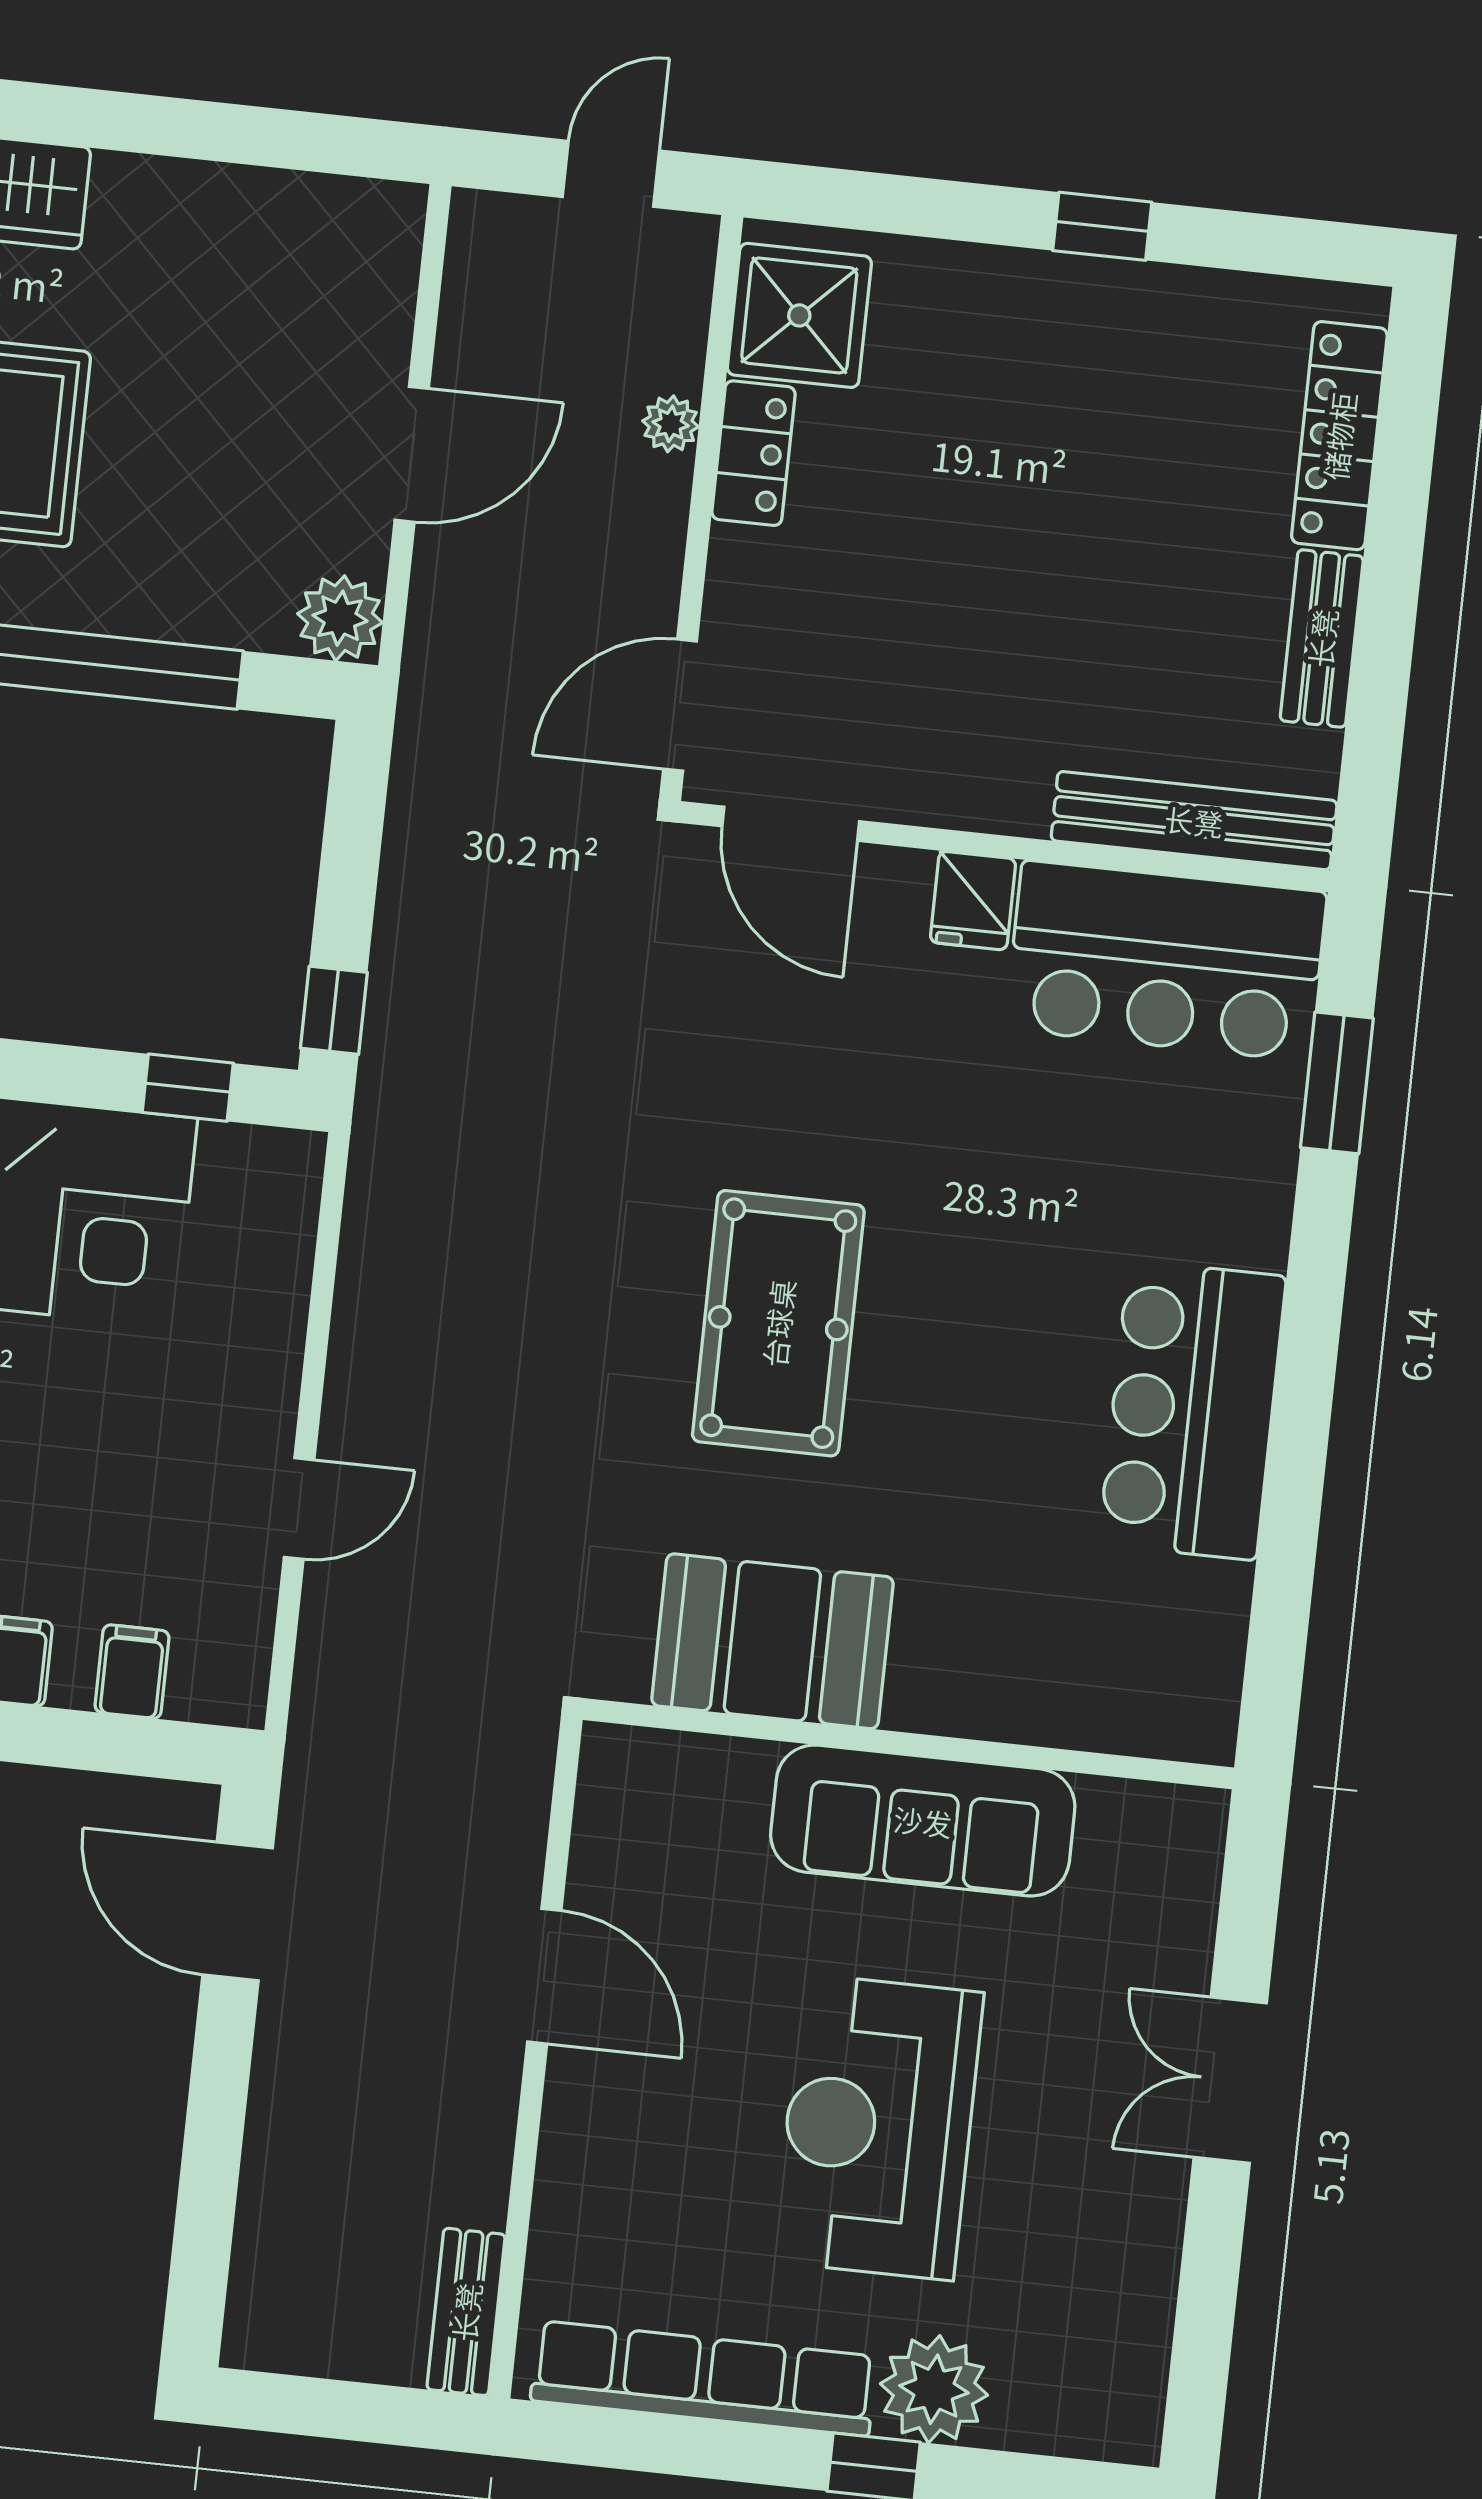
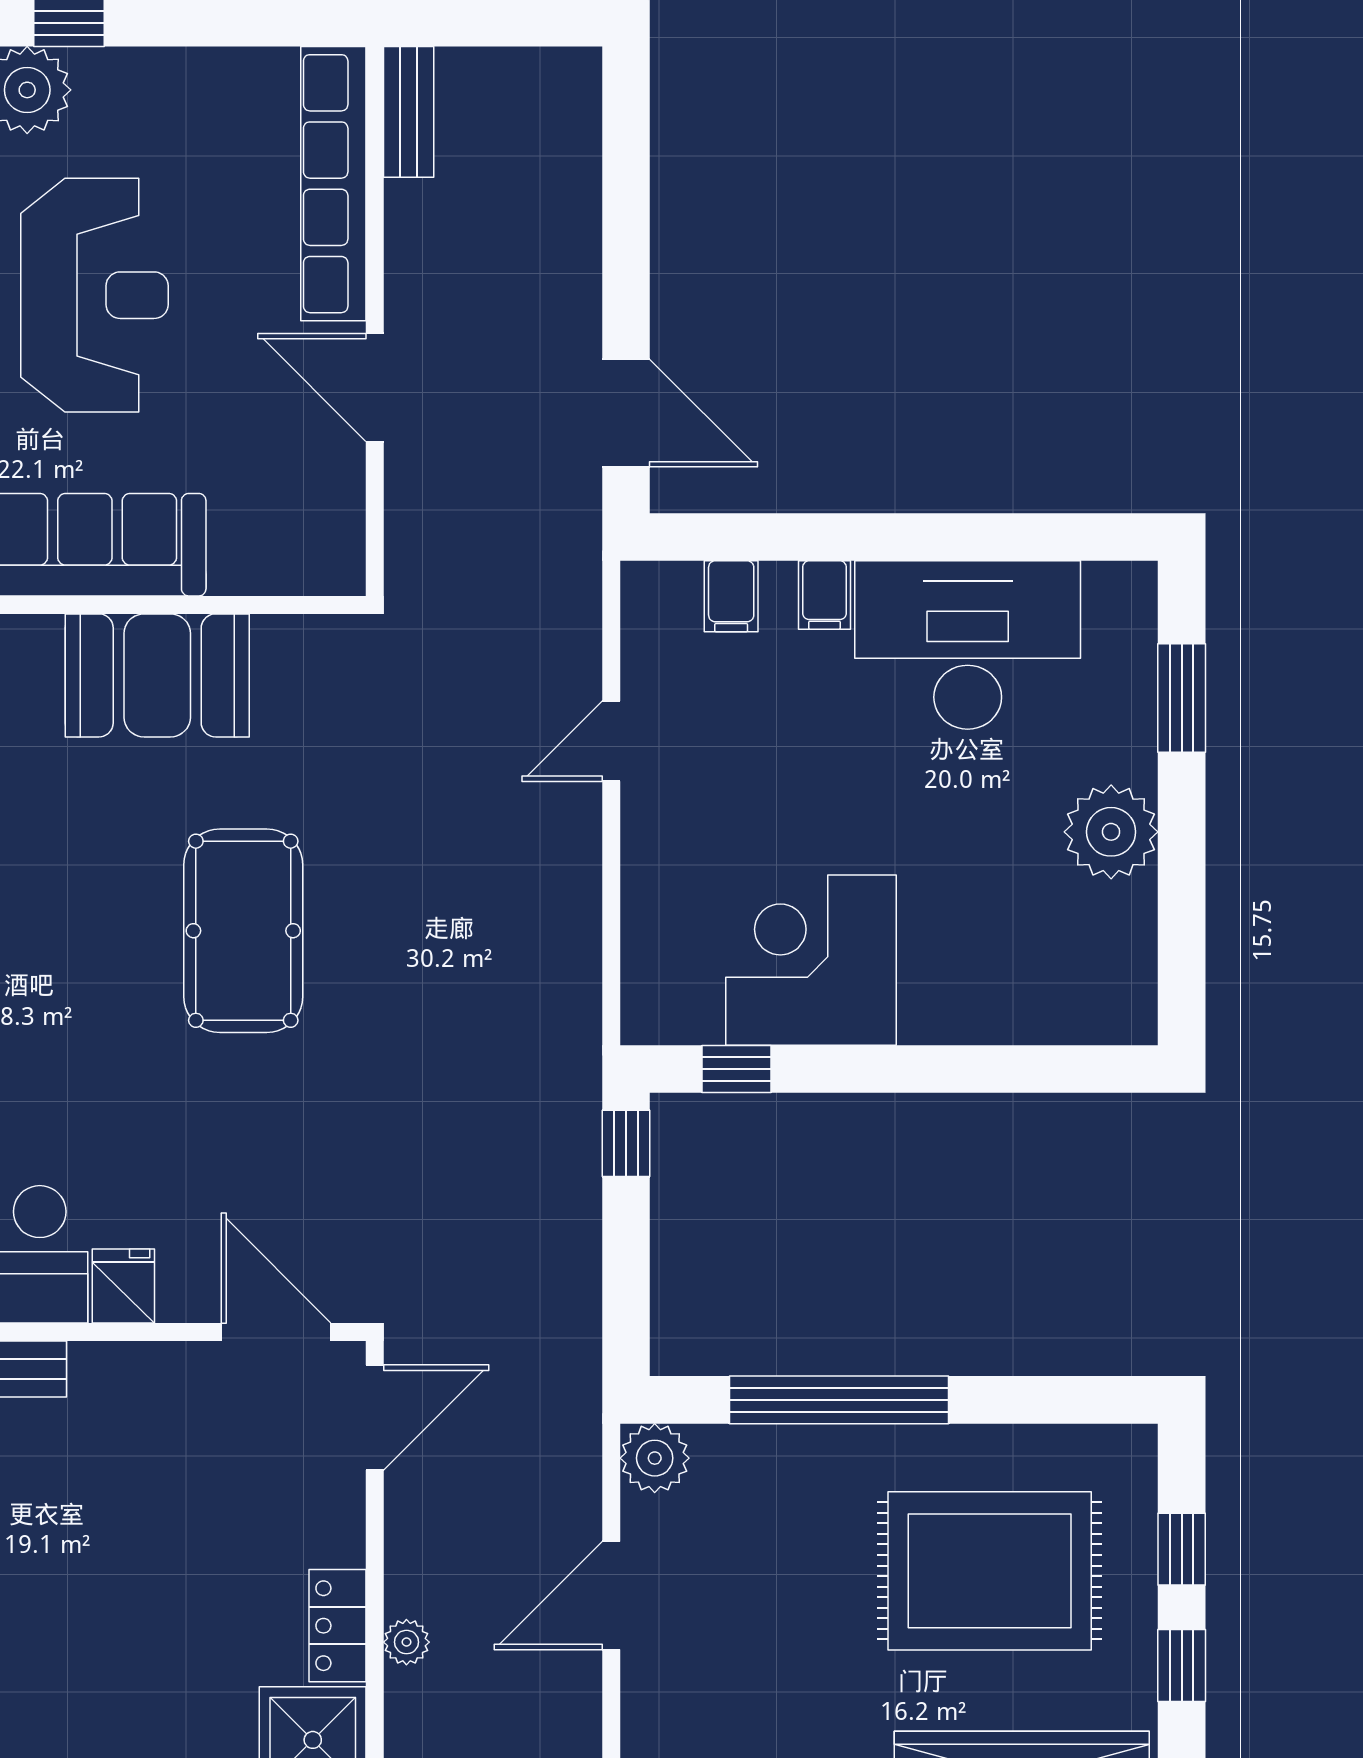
booth: (772, 1641) -> (157, 675), moved
row of seats: (704, 2378) -> (333, 184), moved, turned 90

